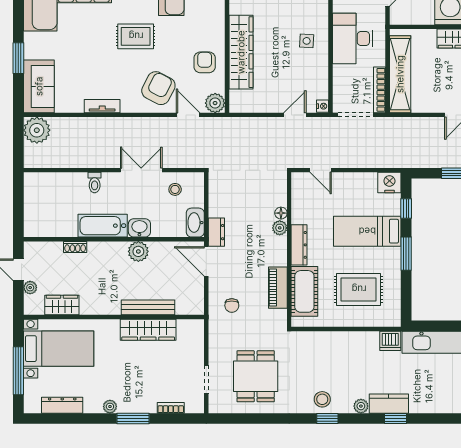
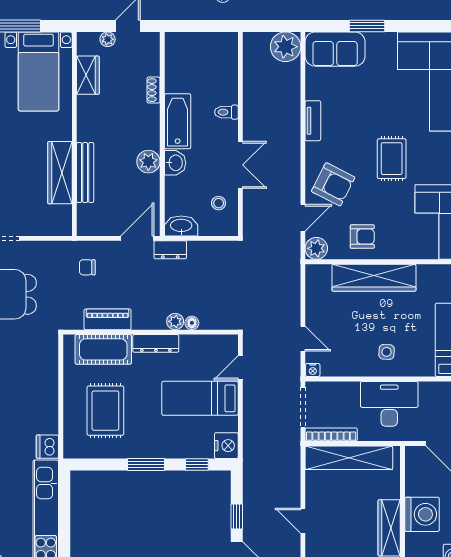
bed: (367, 231) -> (200, 398), moved, turned -90

